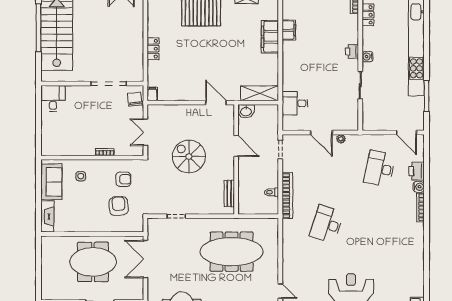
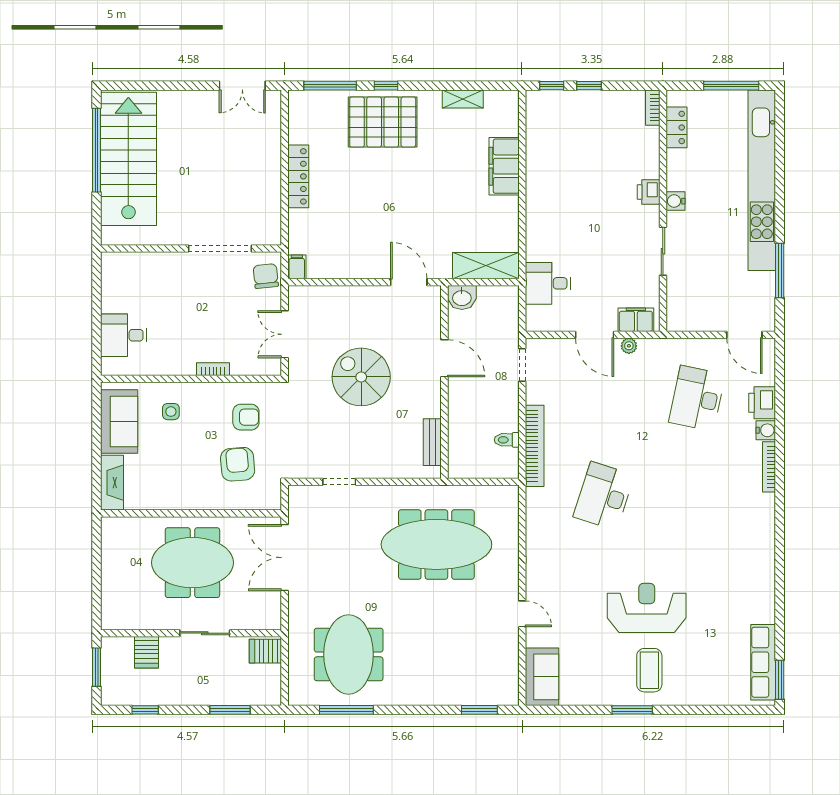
filing cabinet: (289, 30) -> (636, 320), moved, turned -90
locker: (153, 49) -> (298, 176), width x1.53
desk: (53, 98) -> (124, 335), moved, turned -90

